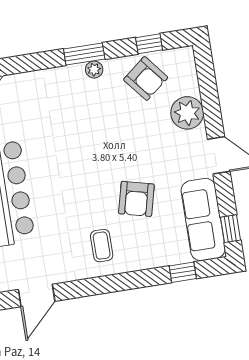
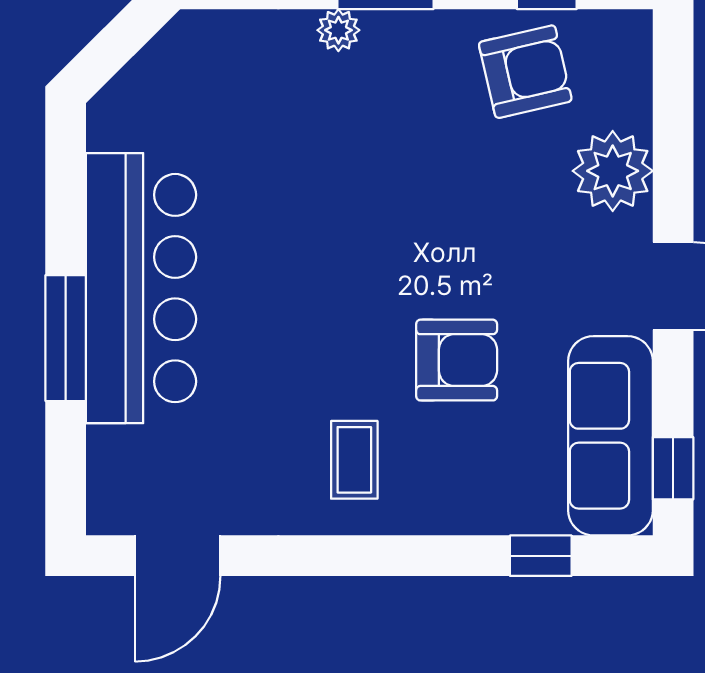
plant: (94, 70) -> (338, 30), moved
armchair: (146, 78) -> (525, 72), turned -64
armchair: (136, 199) -> (457, 360), turned -104

